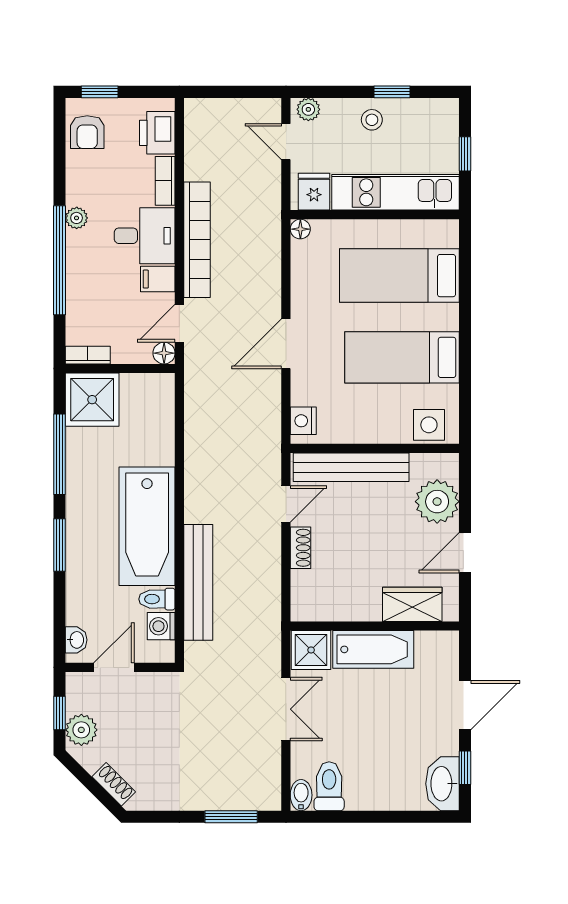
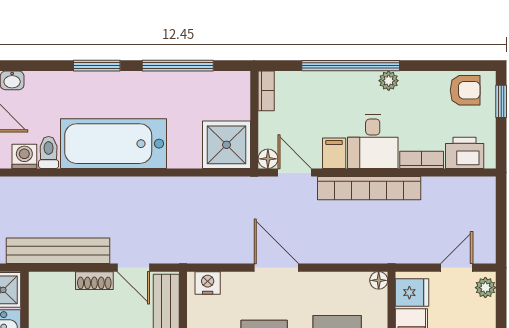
armchair: (87, 132) -> (465, 90), turned 180
shower: (92, 400) -> (227, 145), moved
bench: (198, 582) -> (58, 251), moved

